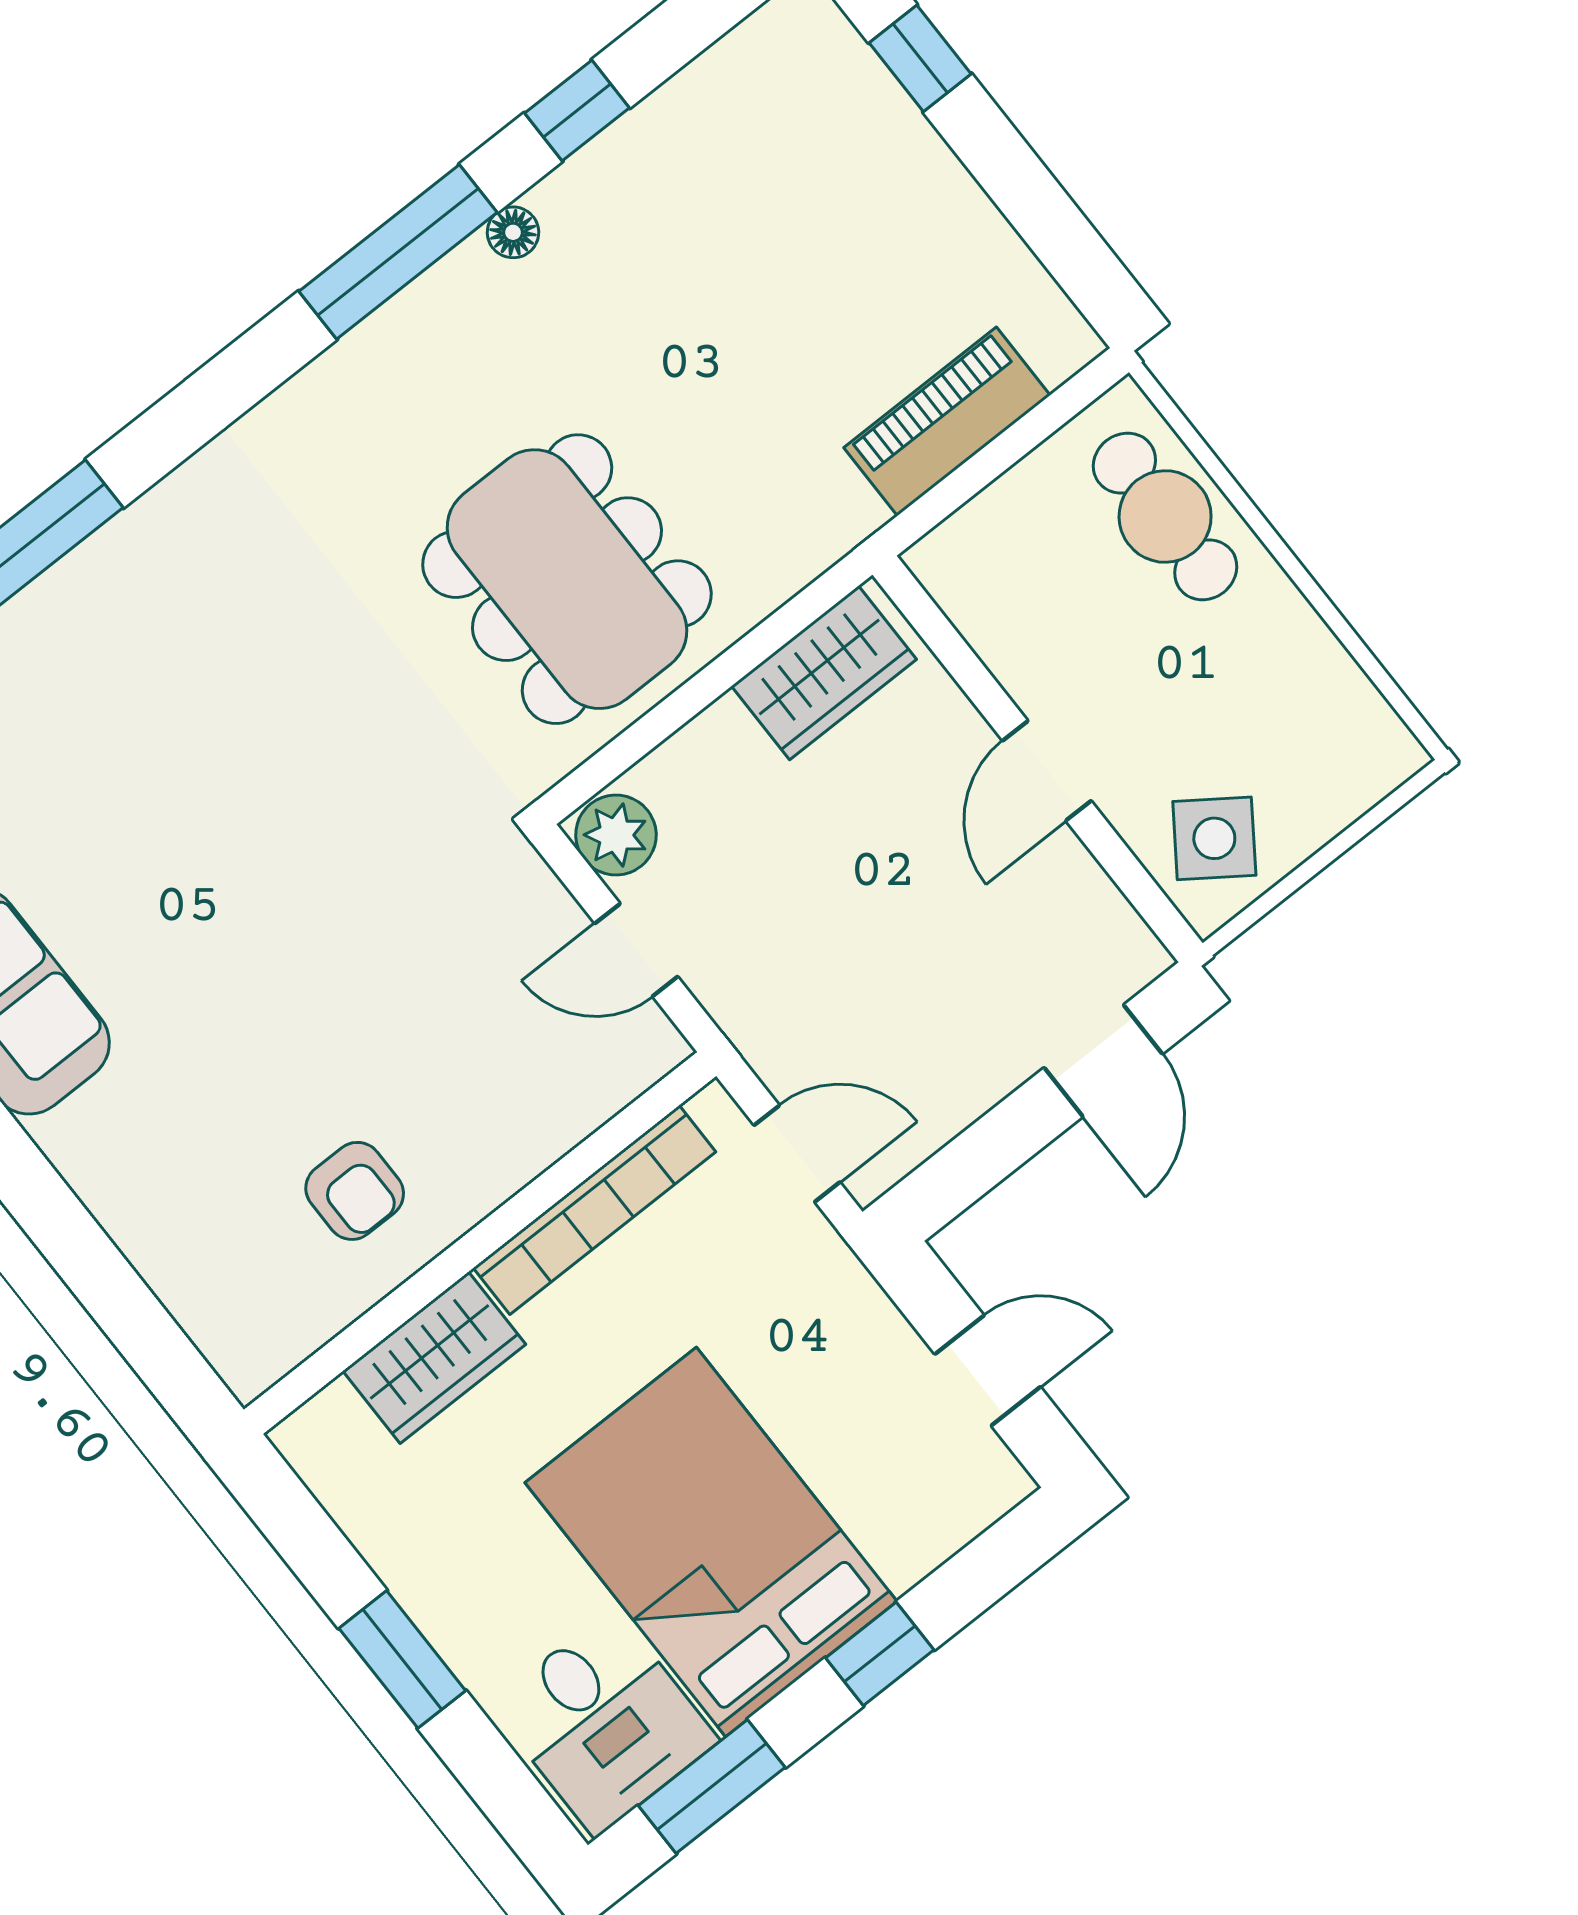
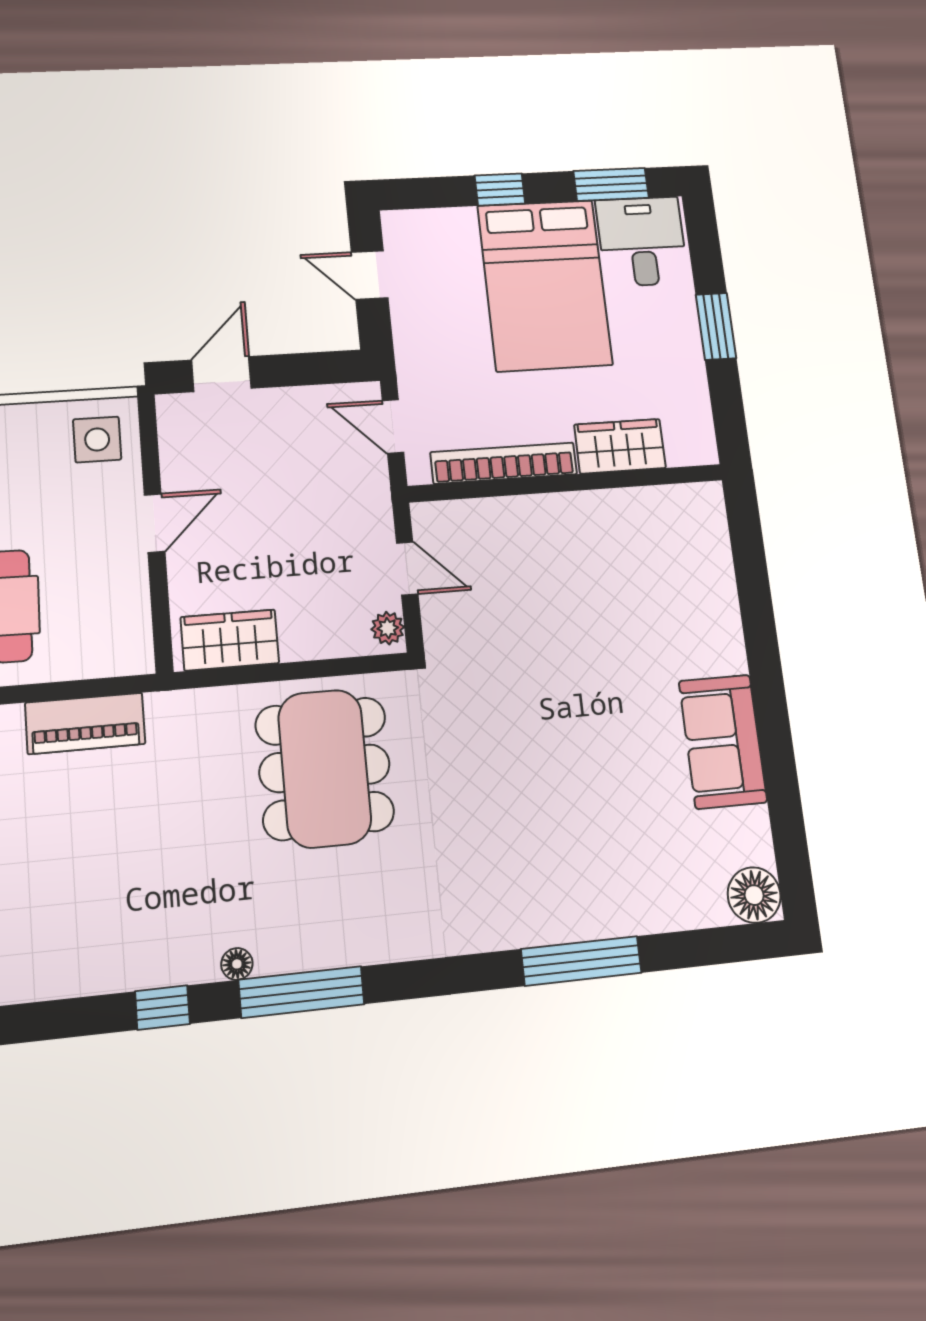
plant: (616, 835) -> (388, 628), width x0.73, depth x0.73
side table: (1214, 838) -> (97, 439), turned -35
armchair: (355, 1191) -> (610, 545), removed

